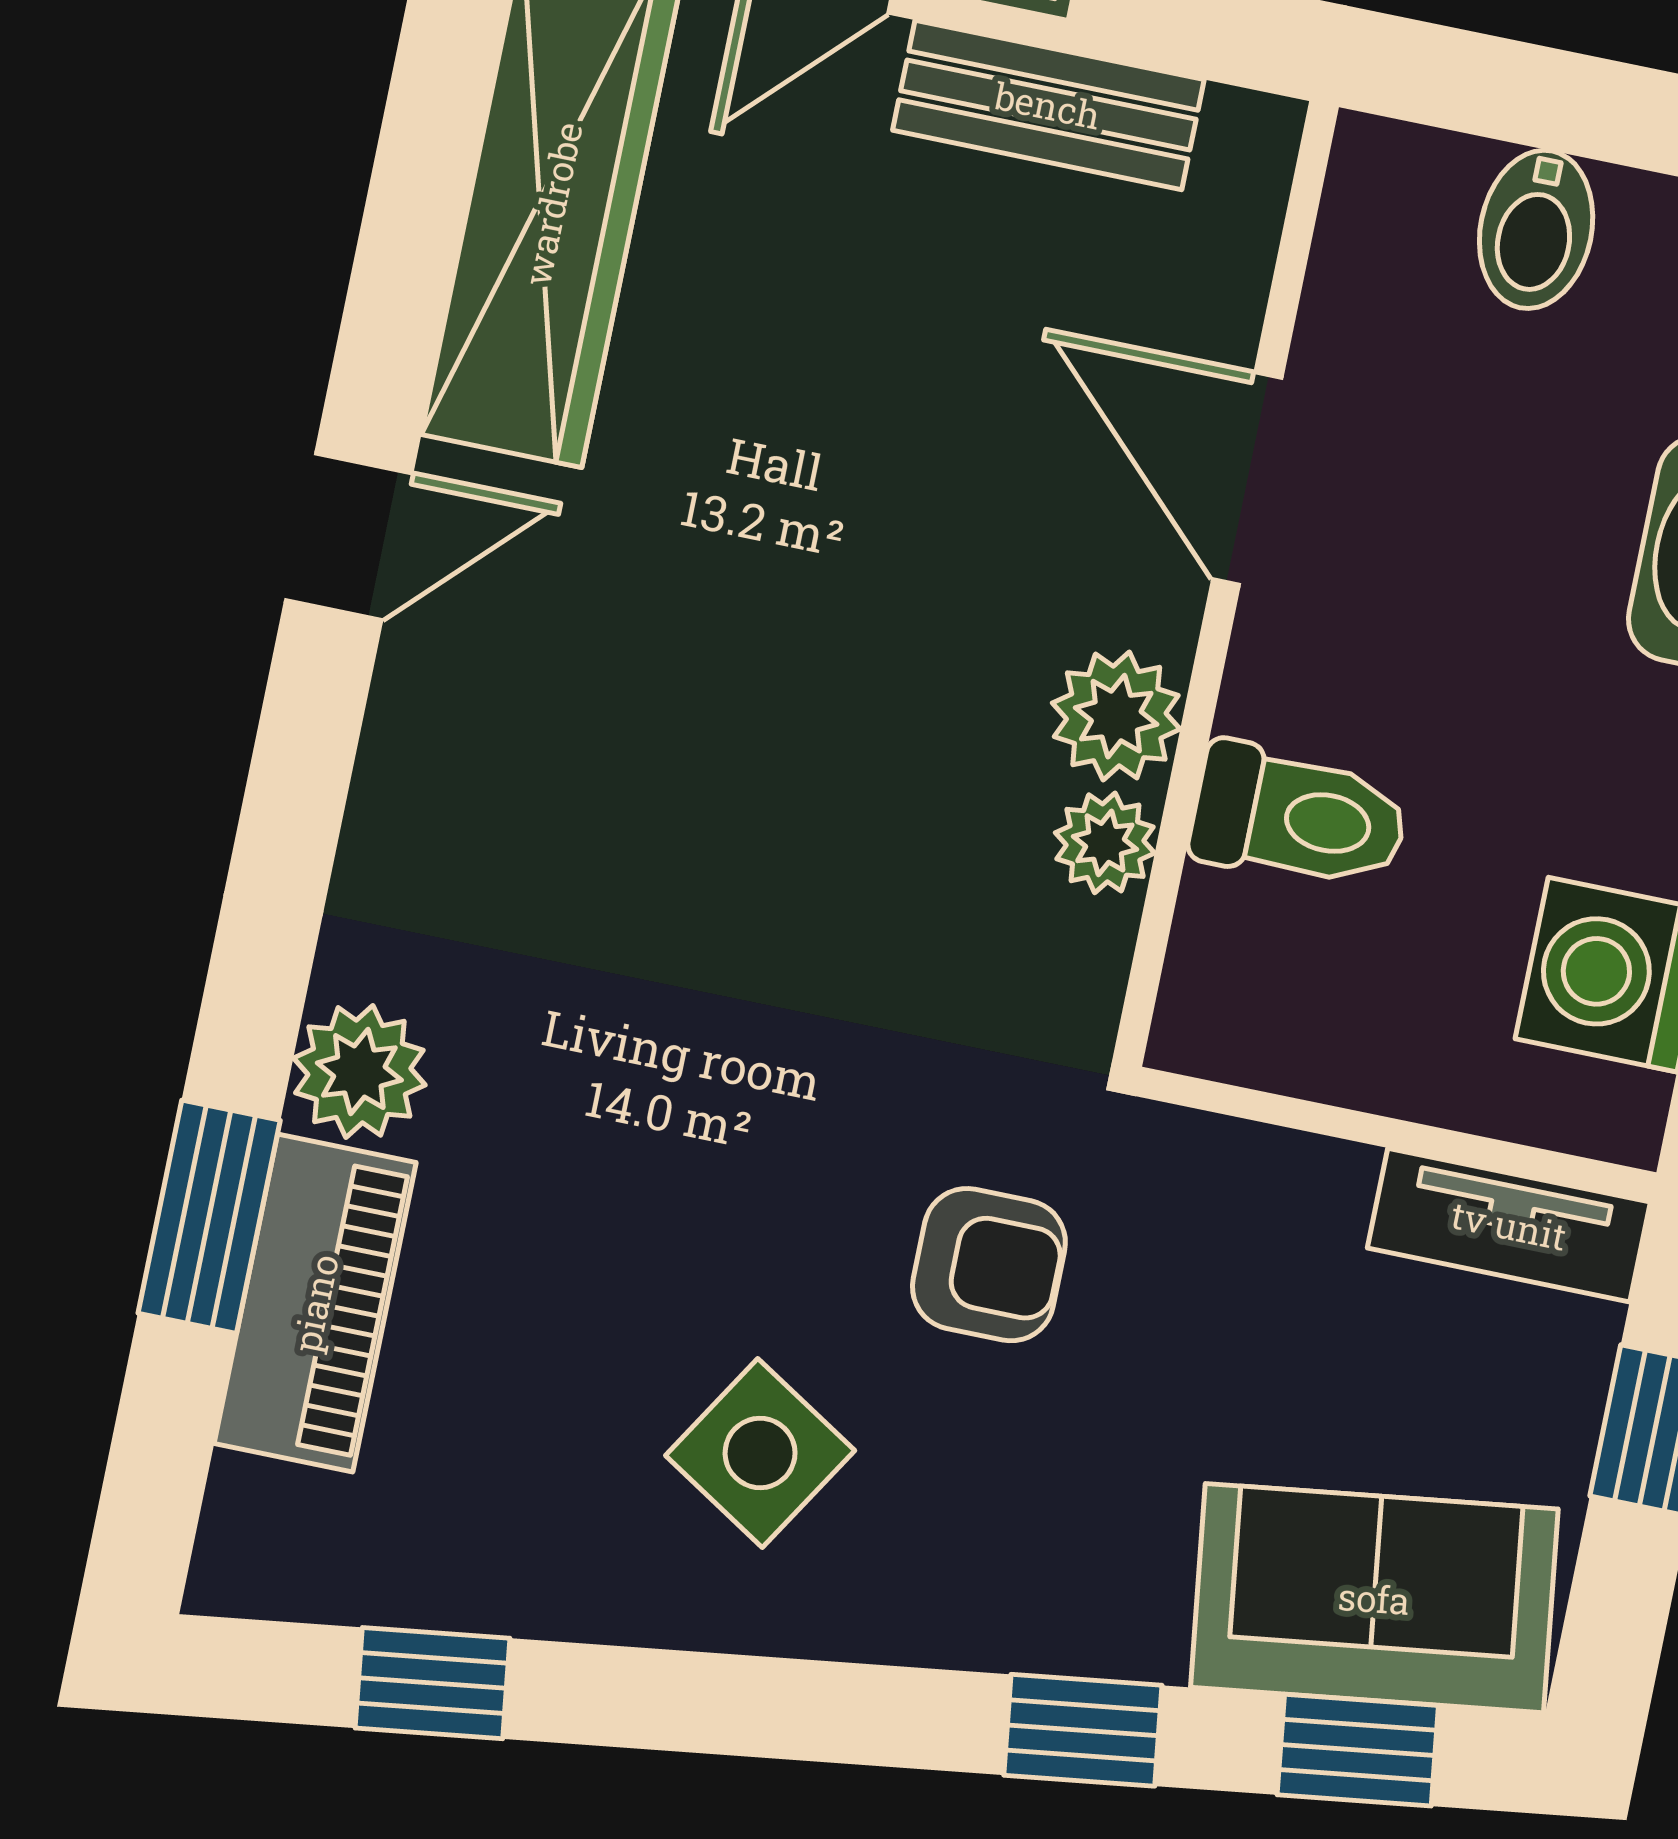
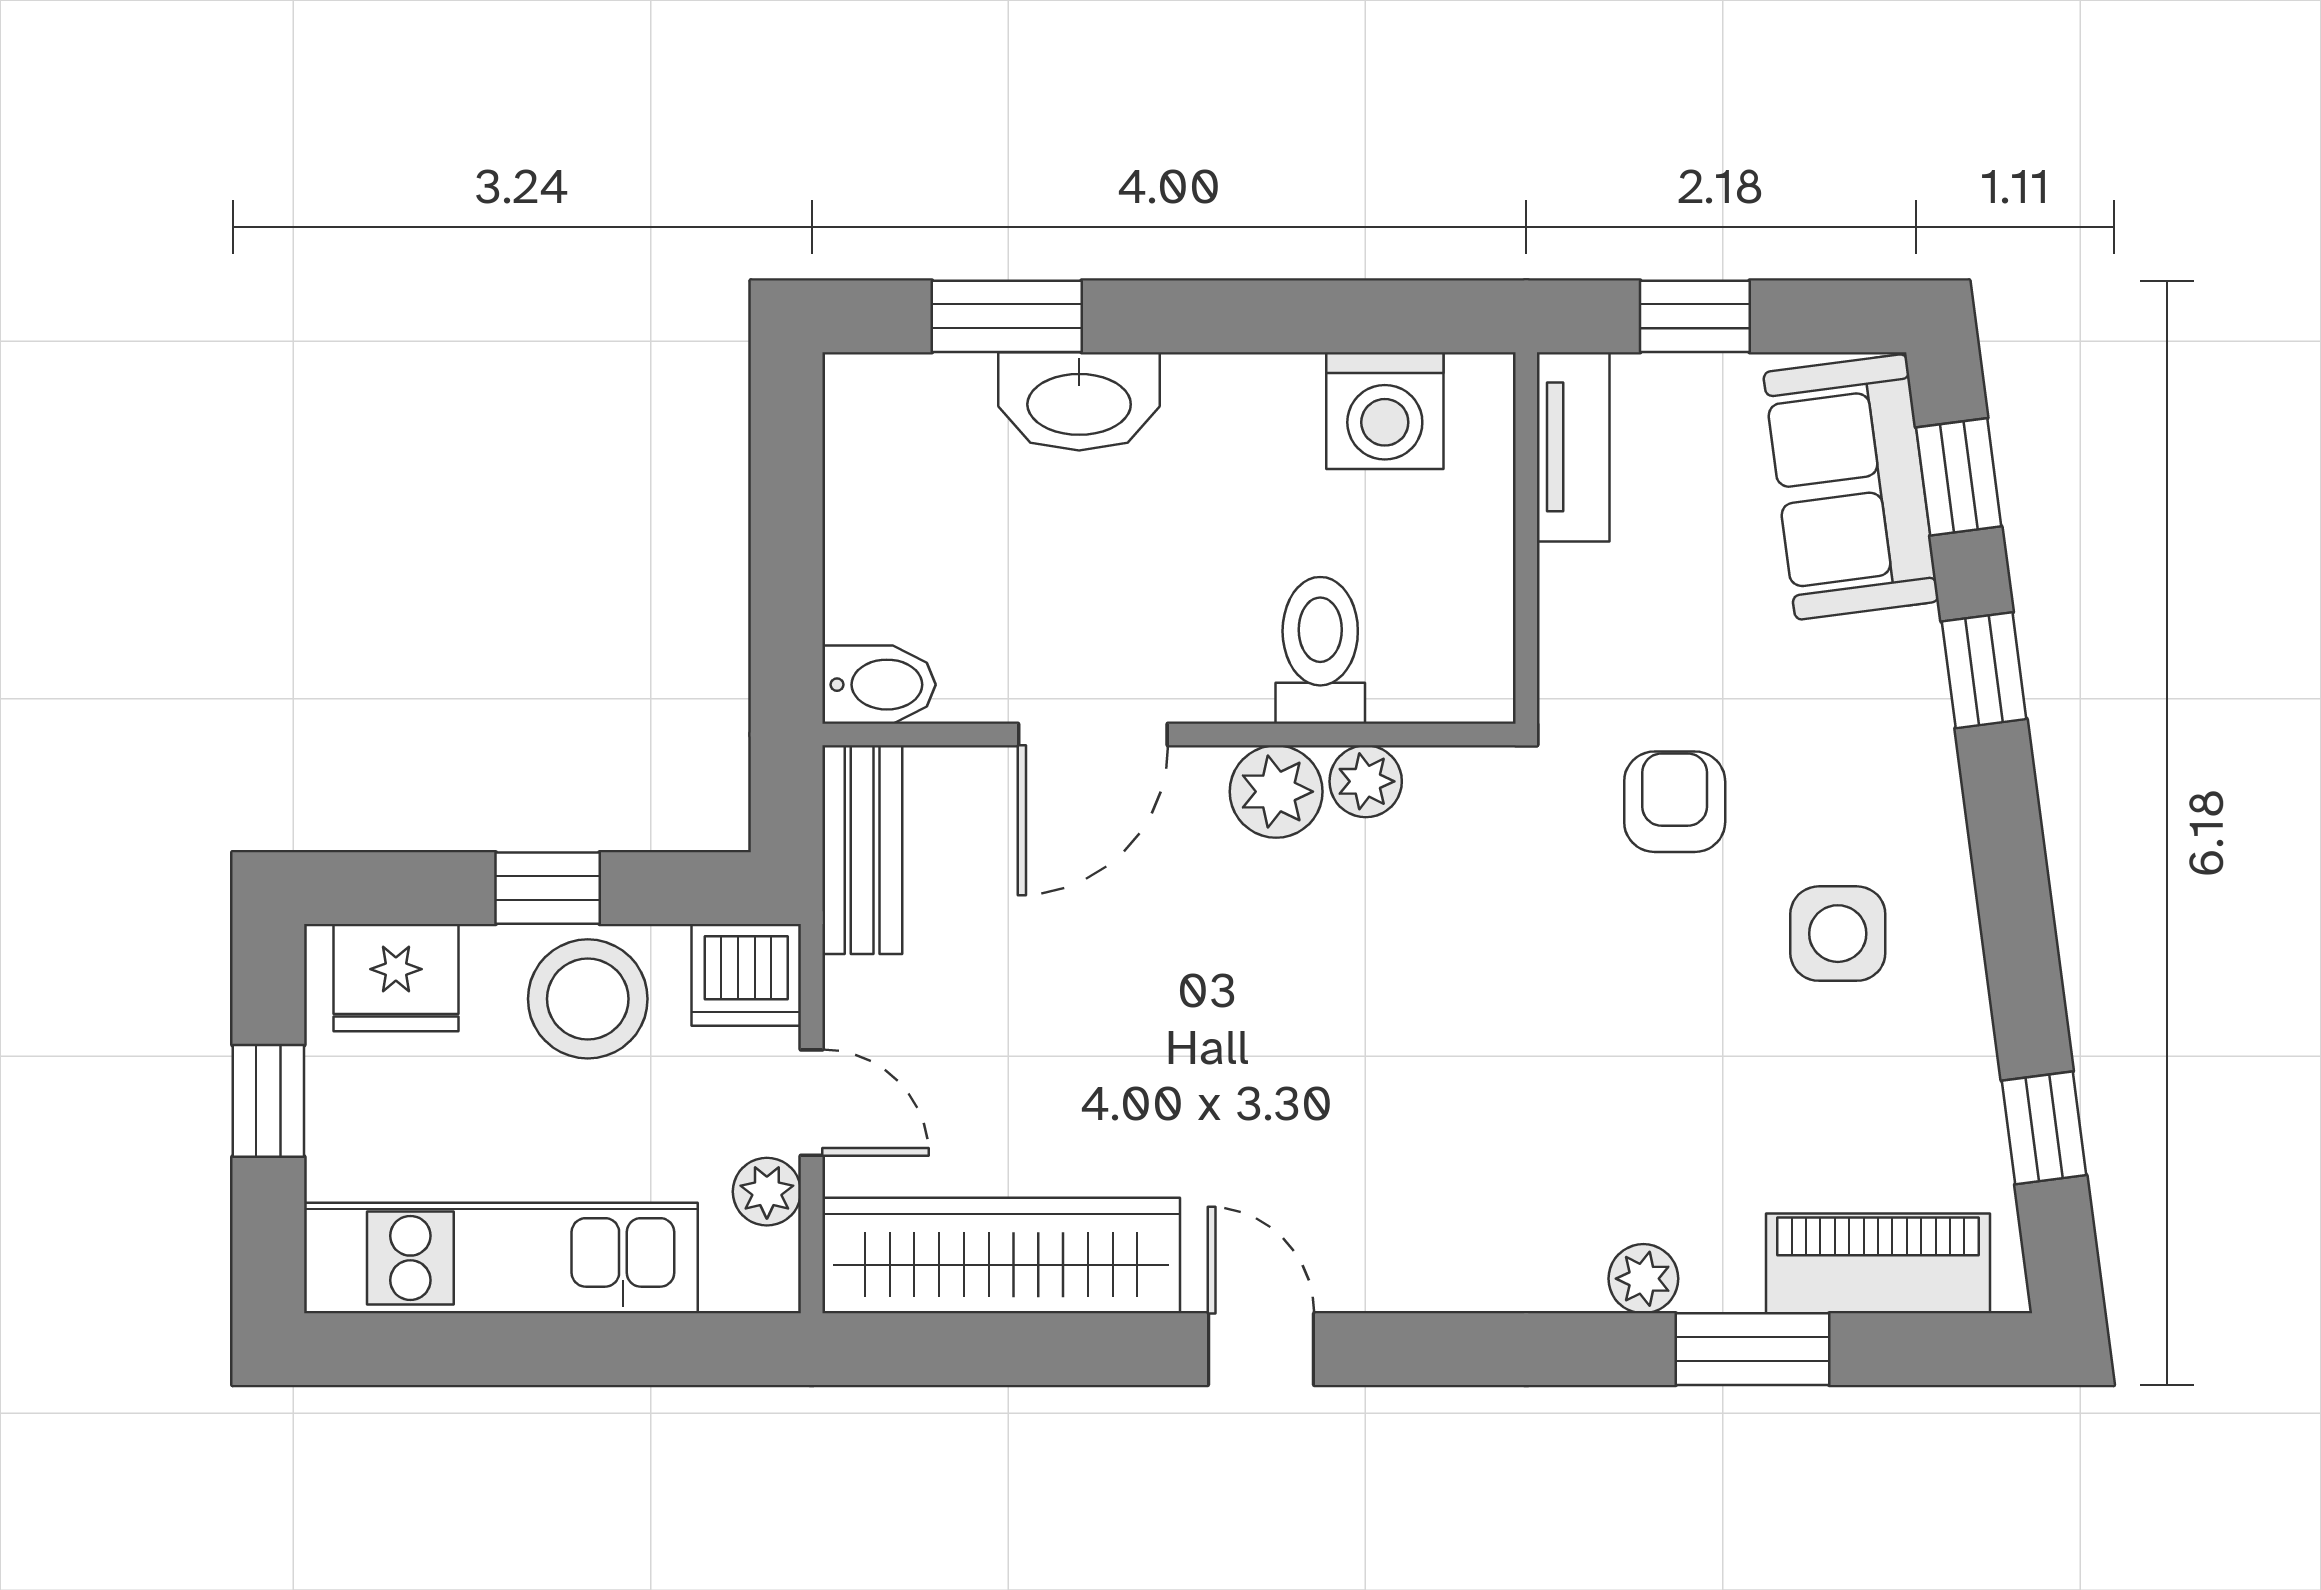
bench: (1048, 105) -> (862, 850), moved
bidet: (1536, 229) -> (879, 685), moved
plant: (359, 1071) -> (1643, 1279), width x0.73, depth x0.73
piano: (315, 1303) -> (1878, 1263), moved
side table: (760, 1453) -> (1838, 934), turned -32

